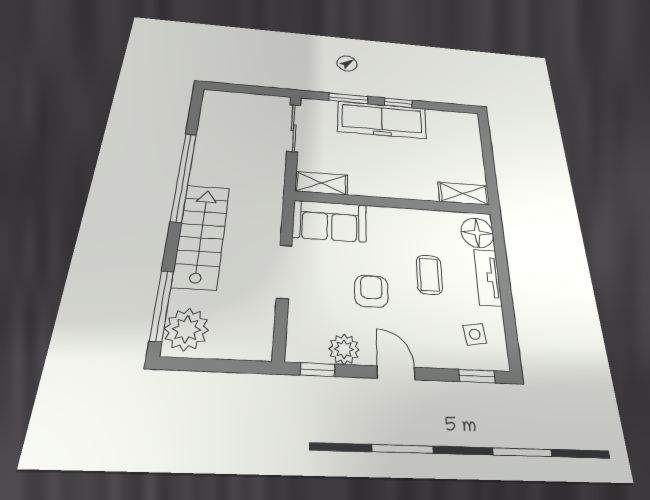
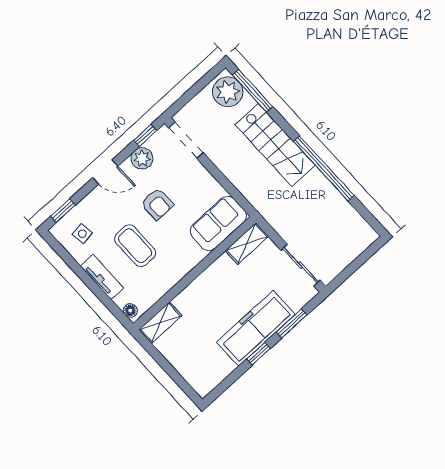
floor lamp: (477, 233) -> (130, 310), width x0.53, depth x0.53
doorway: (284, 272) -> (186, 140), moved
coffee table: (429, 275) -> (135, 246), width x1.36, depth x1.30

